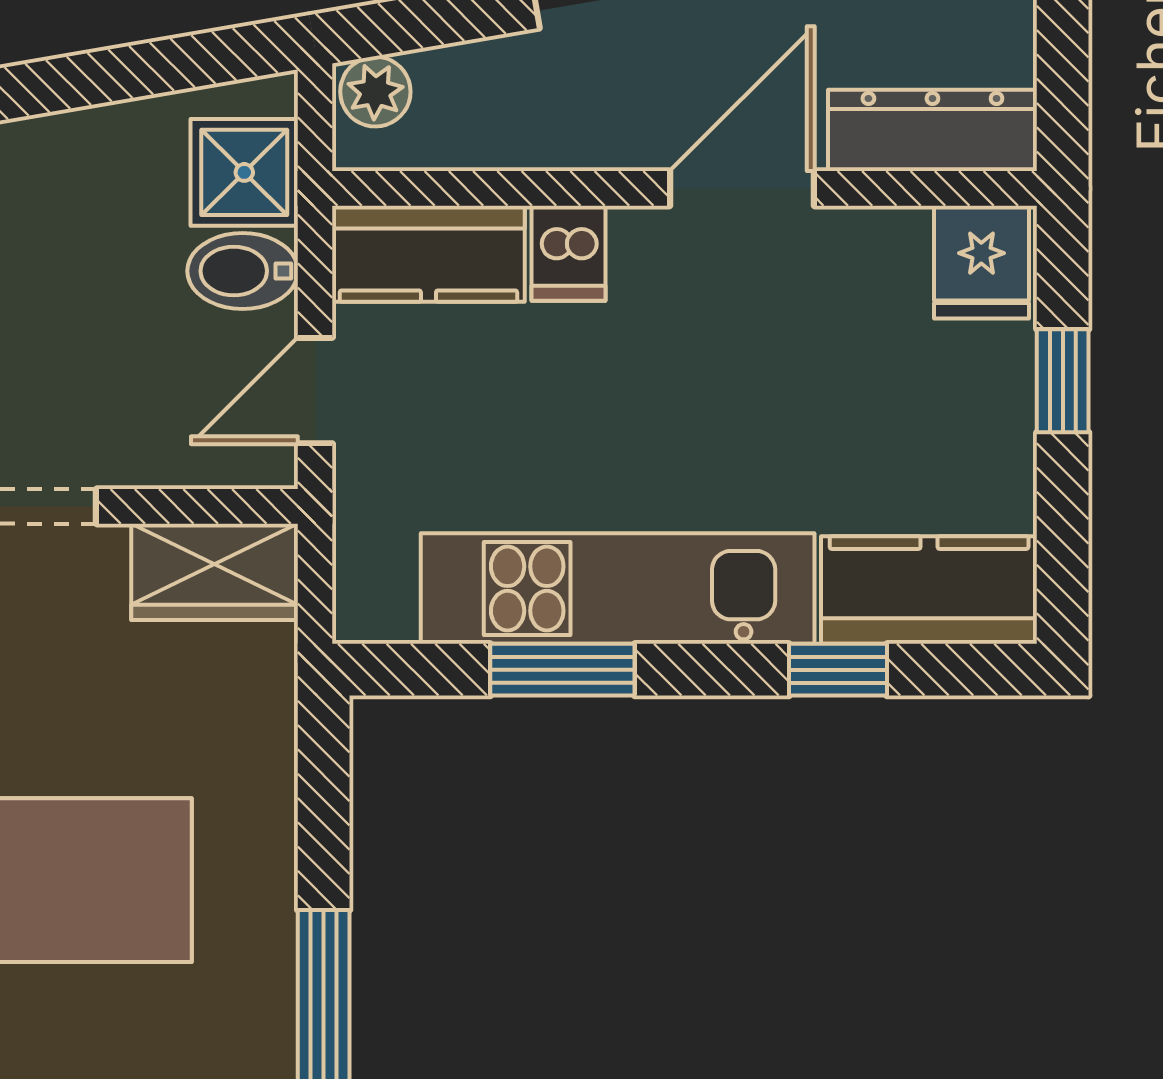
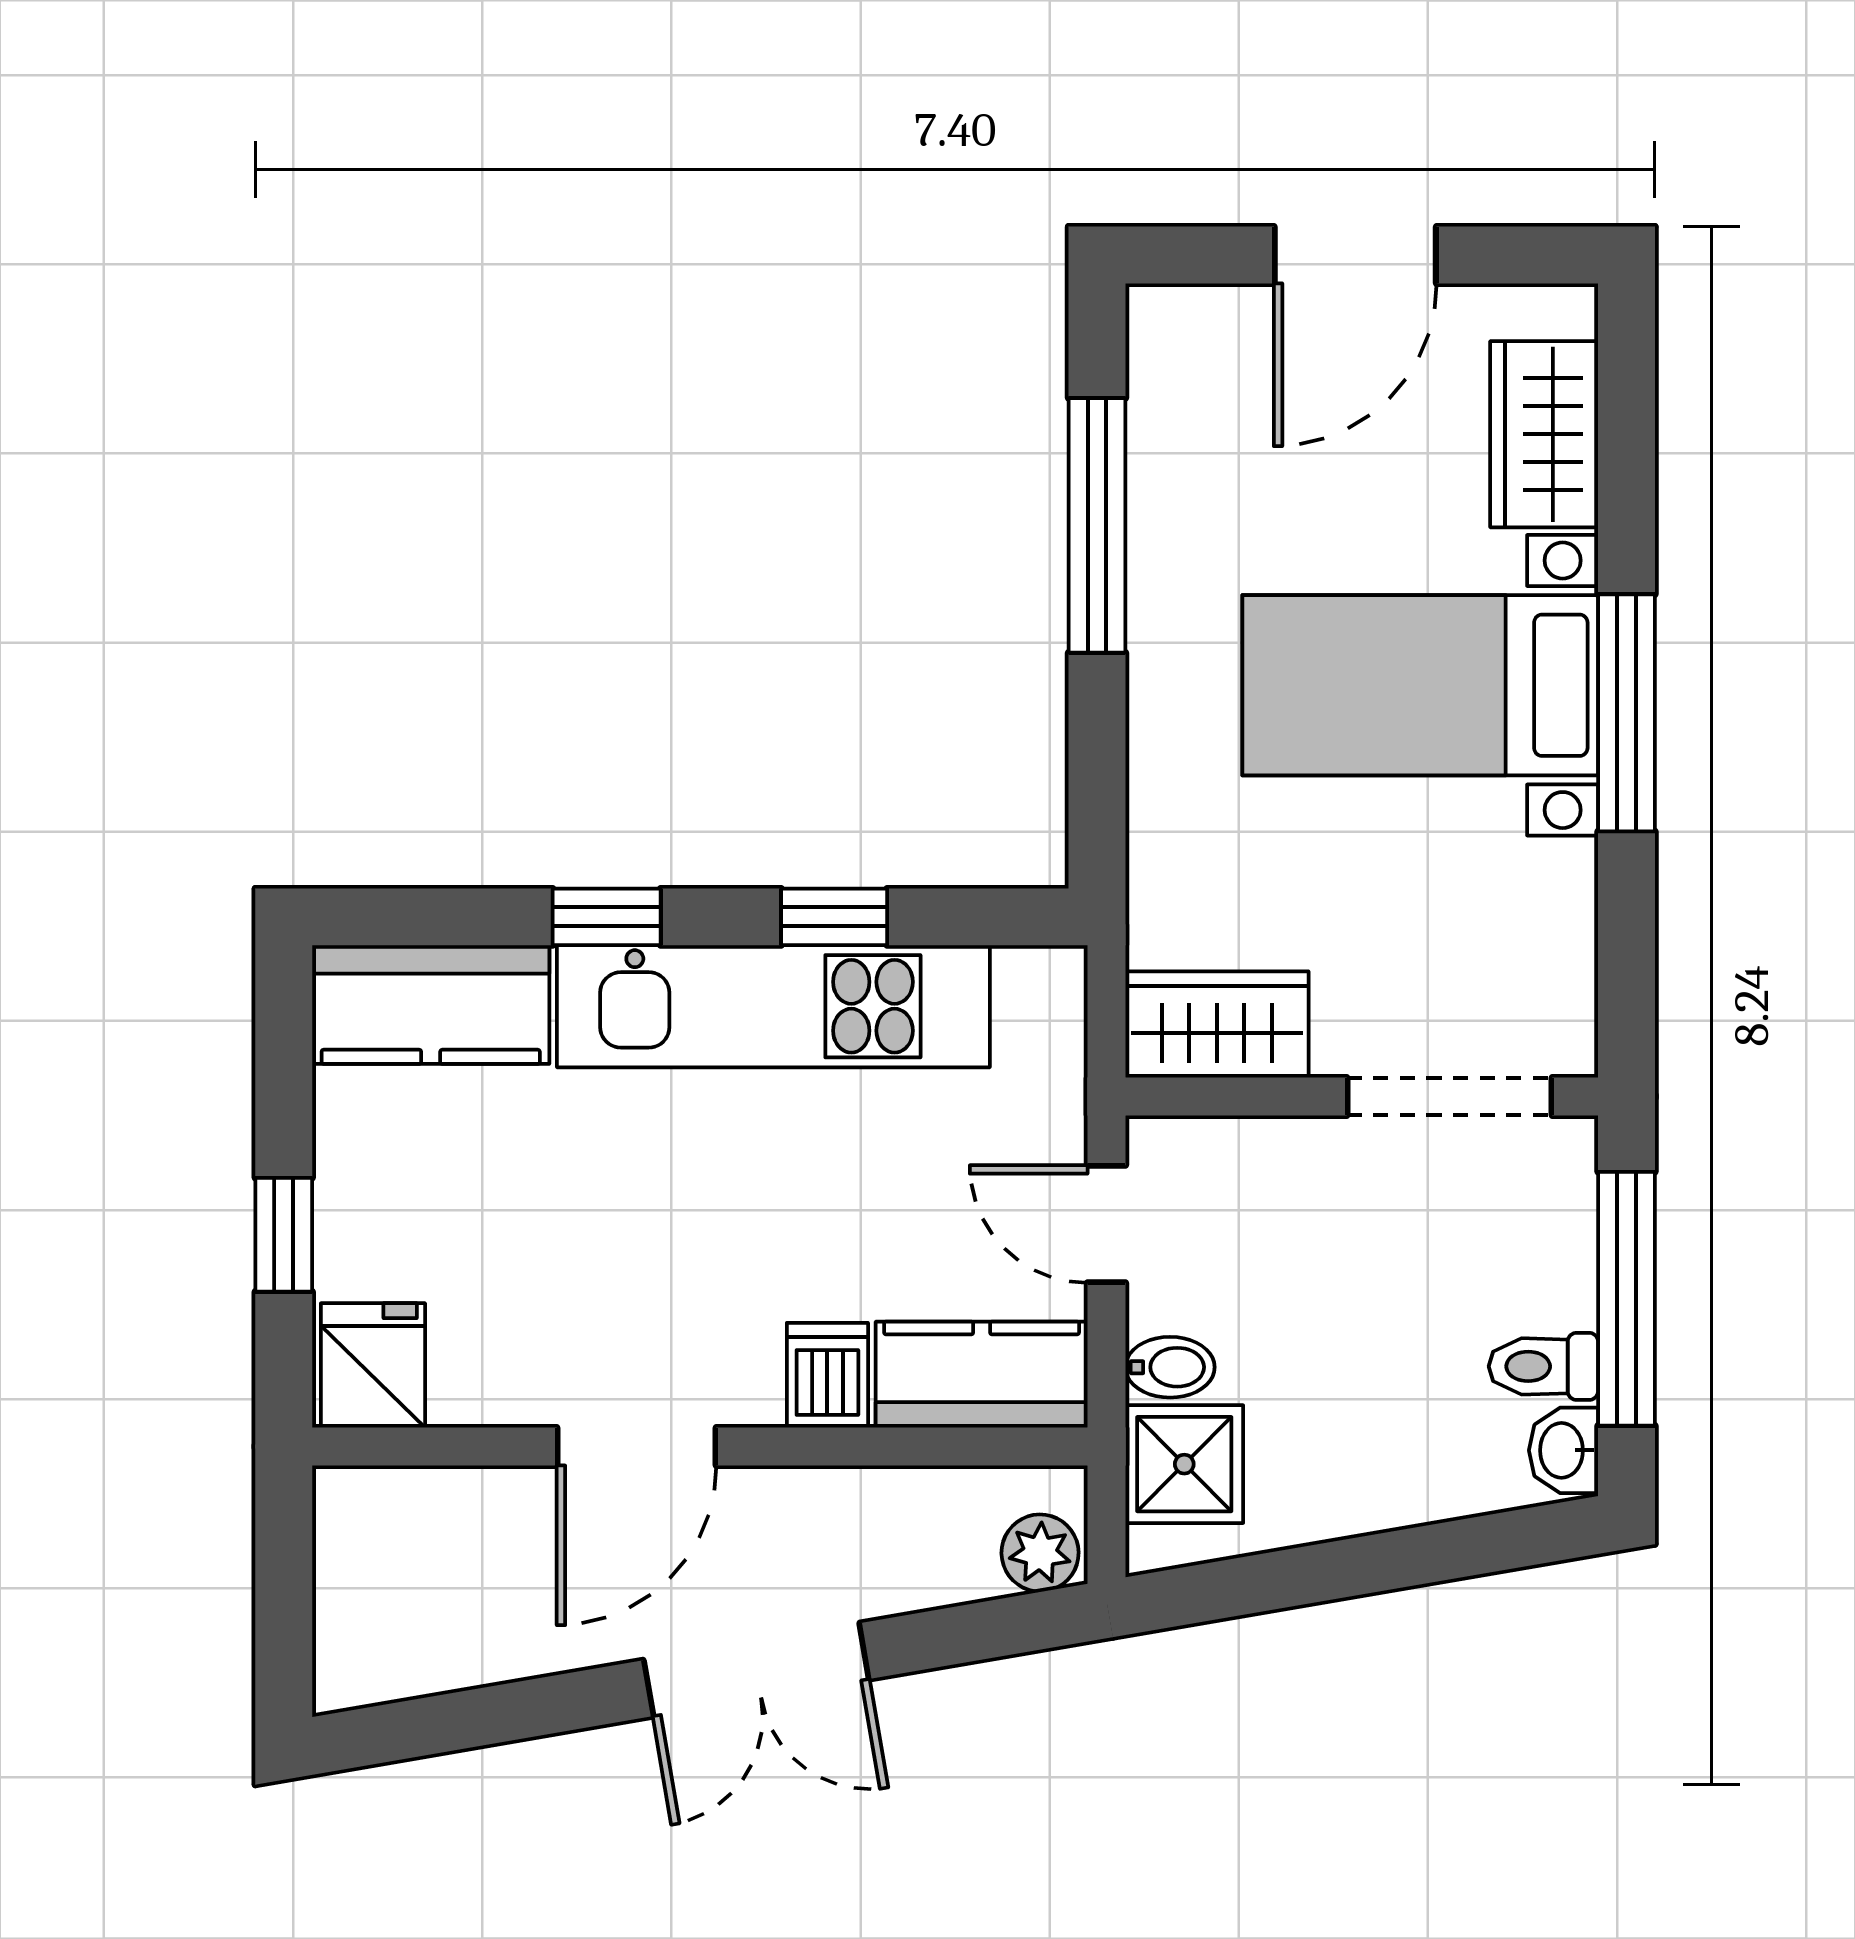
dresser: (932, 130) -> (427, 1510), removed
bidet: (243, 271) -> (1170, 1367), width x0.72, depth x0.74
door: (315, 391) -> (1106, 1224), swing flipped
window: (562, 670) -> (834, 917), width x0.67
window: (838, 670) -> (607, 917), moved

